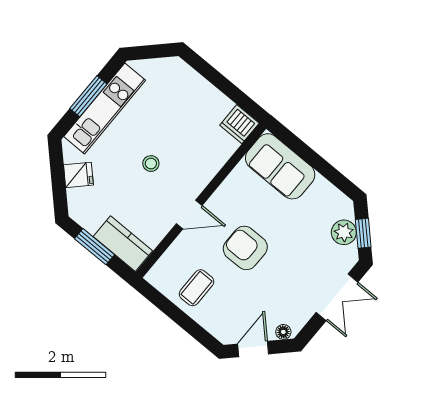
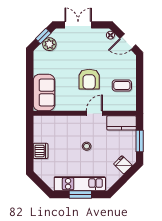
dishwasher: (239, 124) -> (41, 151), moved
fridge: (78, 175) -> (123, 165), moved
door: (189, 214) -> (94, 113), hinge flipped
kitchen counter: (123, 244) -> (122, 123), moved, turned -90

